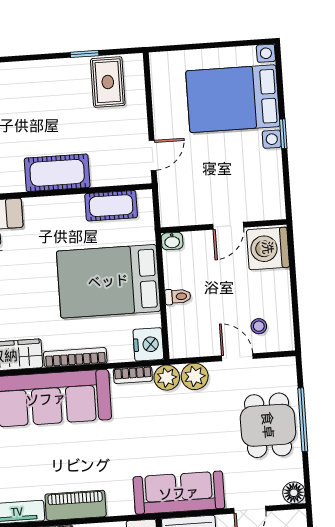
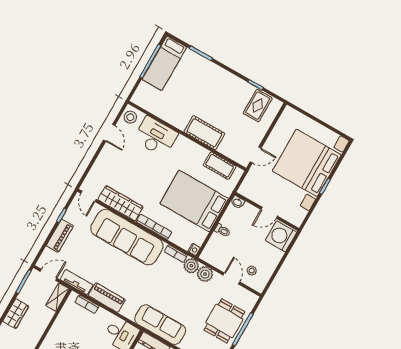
bed with nightstands: (233, 99) -> (307, 163), width x1.36
nightstand: (148, 344) -> (194, 250), width x0.53, depth x0.56

